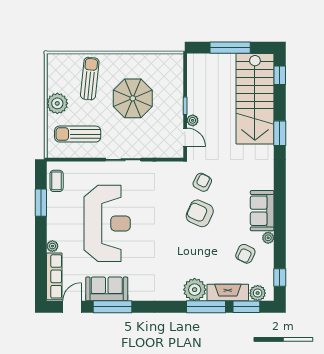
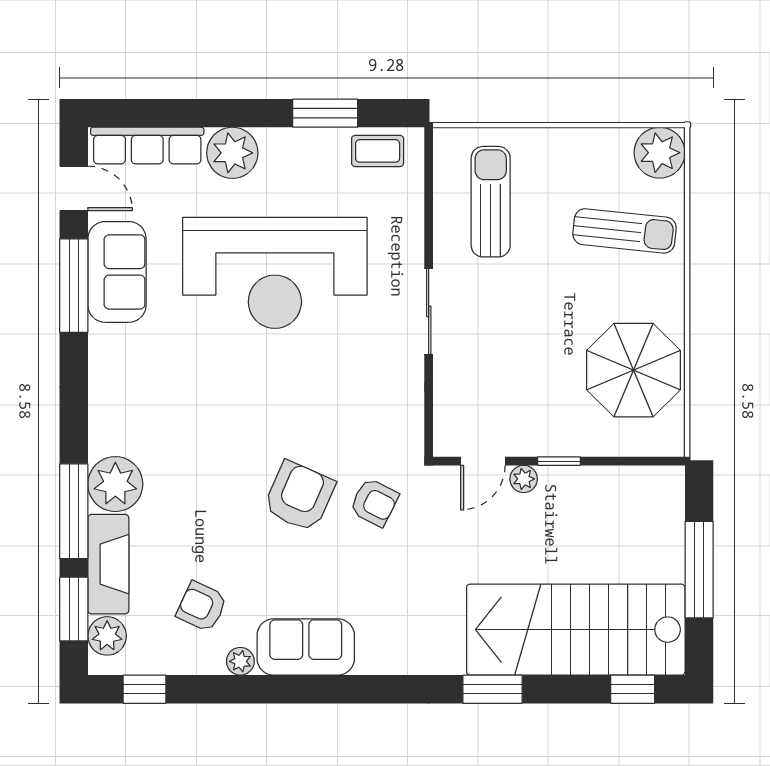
parasol: (133, 98) -> (634, 370), moved
plant: (57, 103) -> (660, 153), moved
plant: (52, 246) -> (232, 153), width x1.87, depth x1.87

